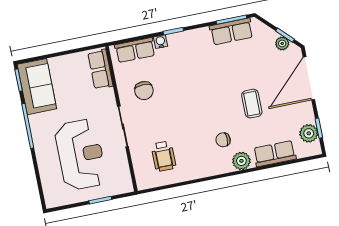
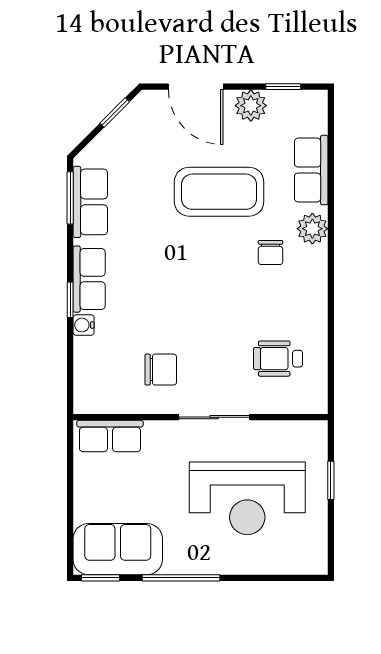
plant: (282, 43) -> (128, 120), removed
row of seats: (135, 50) -> (89, 279), moved
door: (309, 78) -> (196, 87), width x0.73
coffee table: (252, 104) -> (219, 192), width x1.86, depth x1.72
plant: (309, 133) -> (251, 106), moved
reception desk: (81, 155) -> (247, 498), turned 180
wheelchair: (164, 156) -> (278, 359), turned 180

